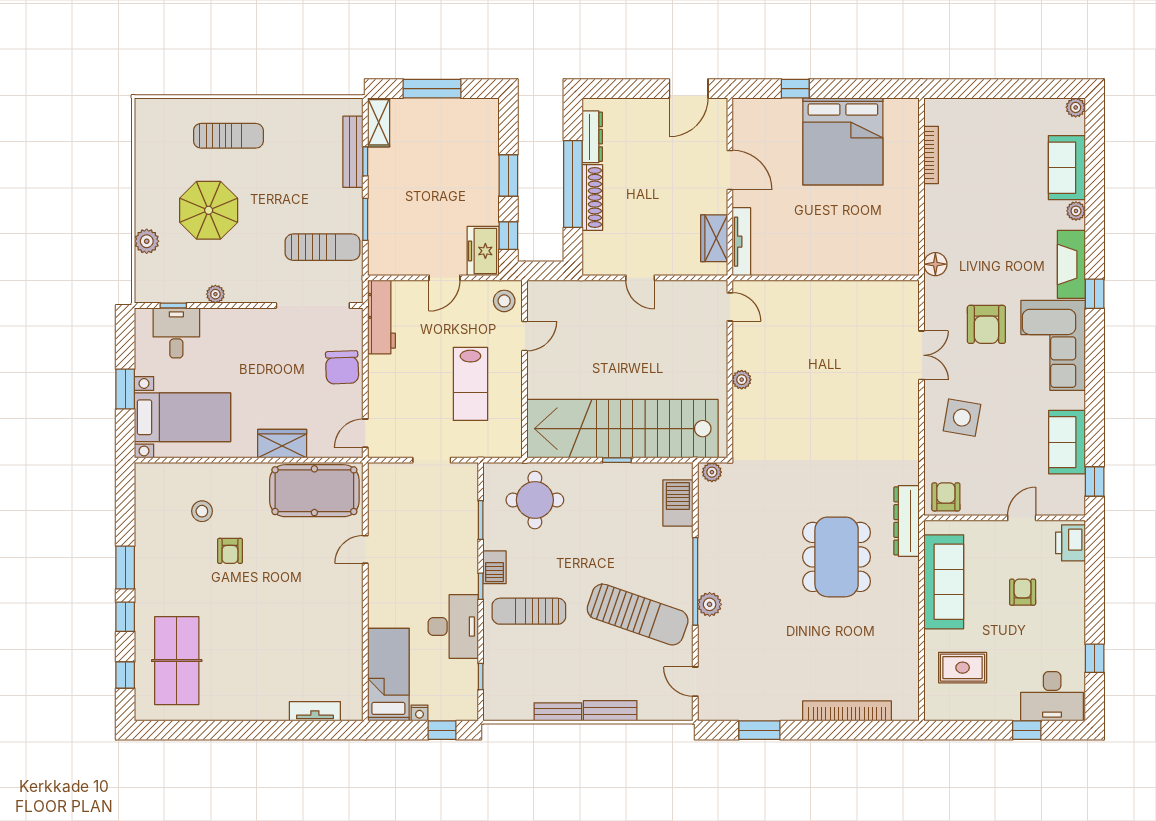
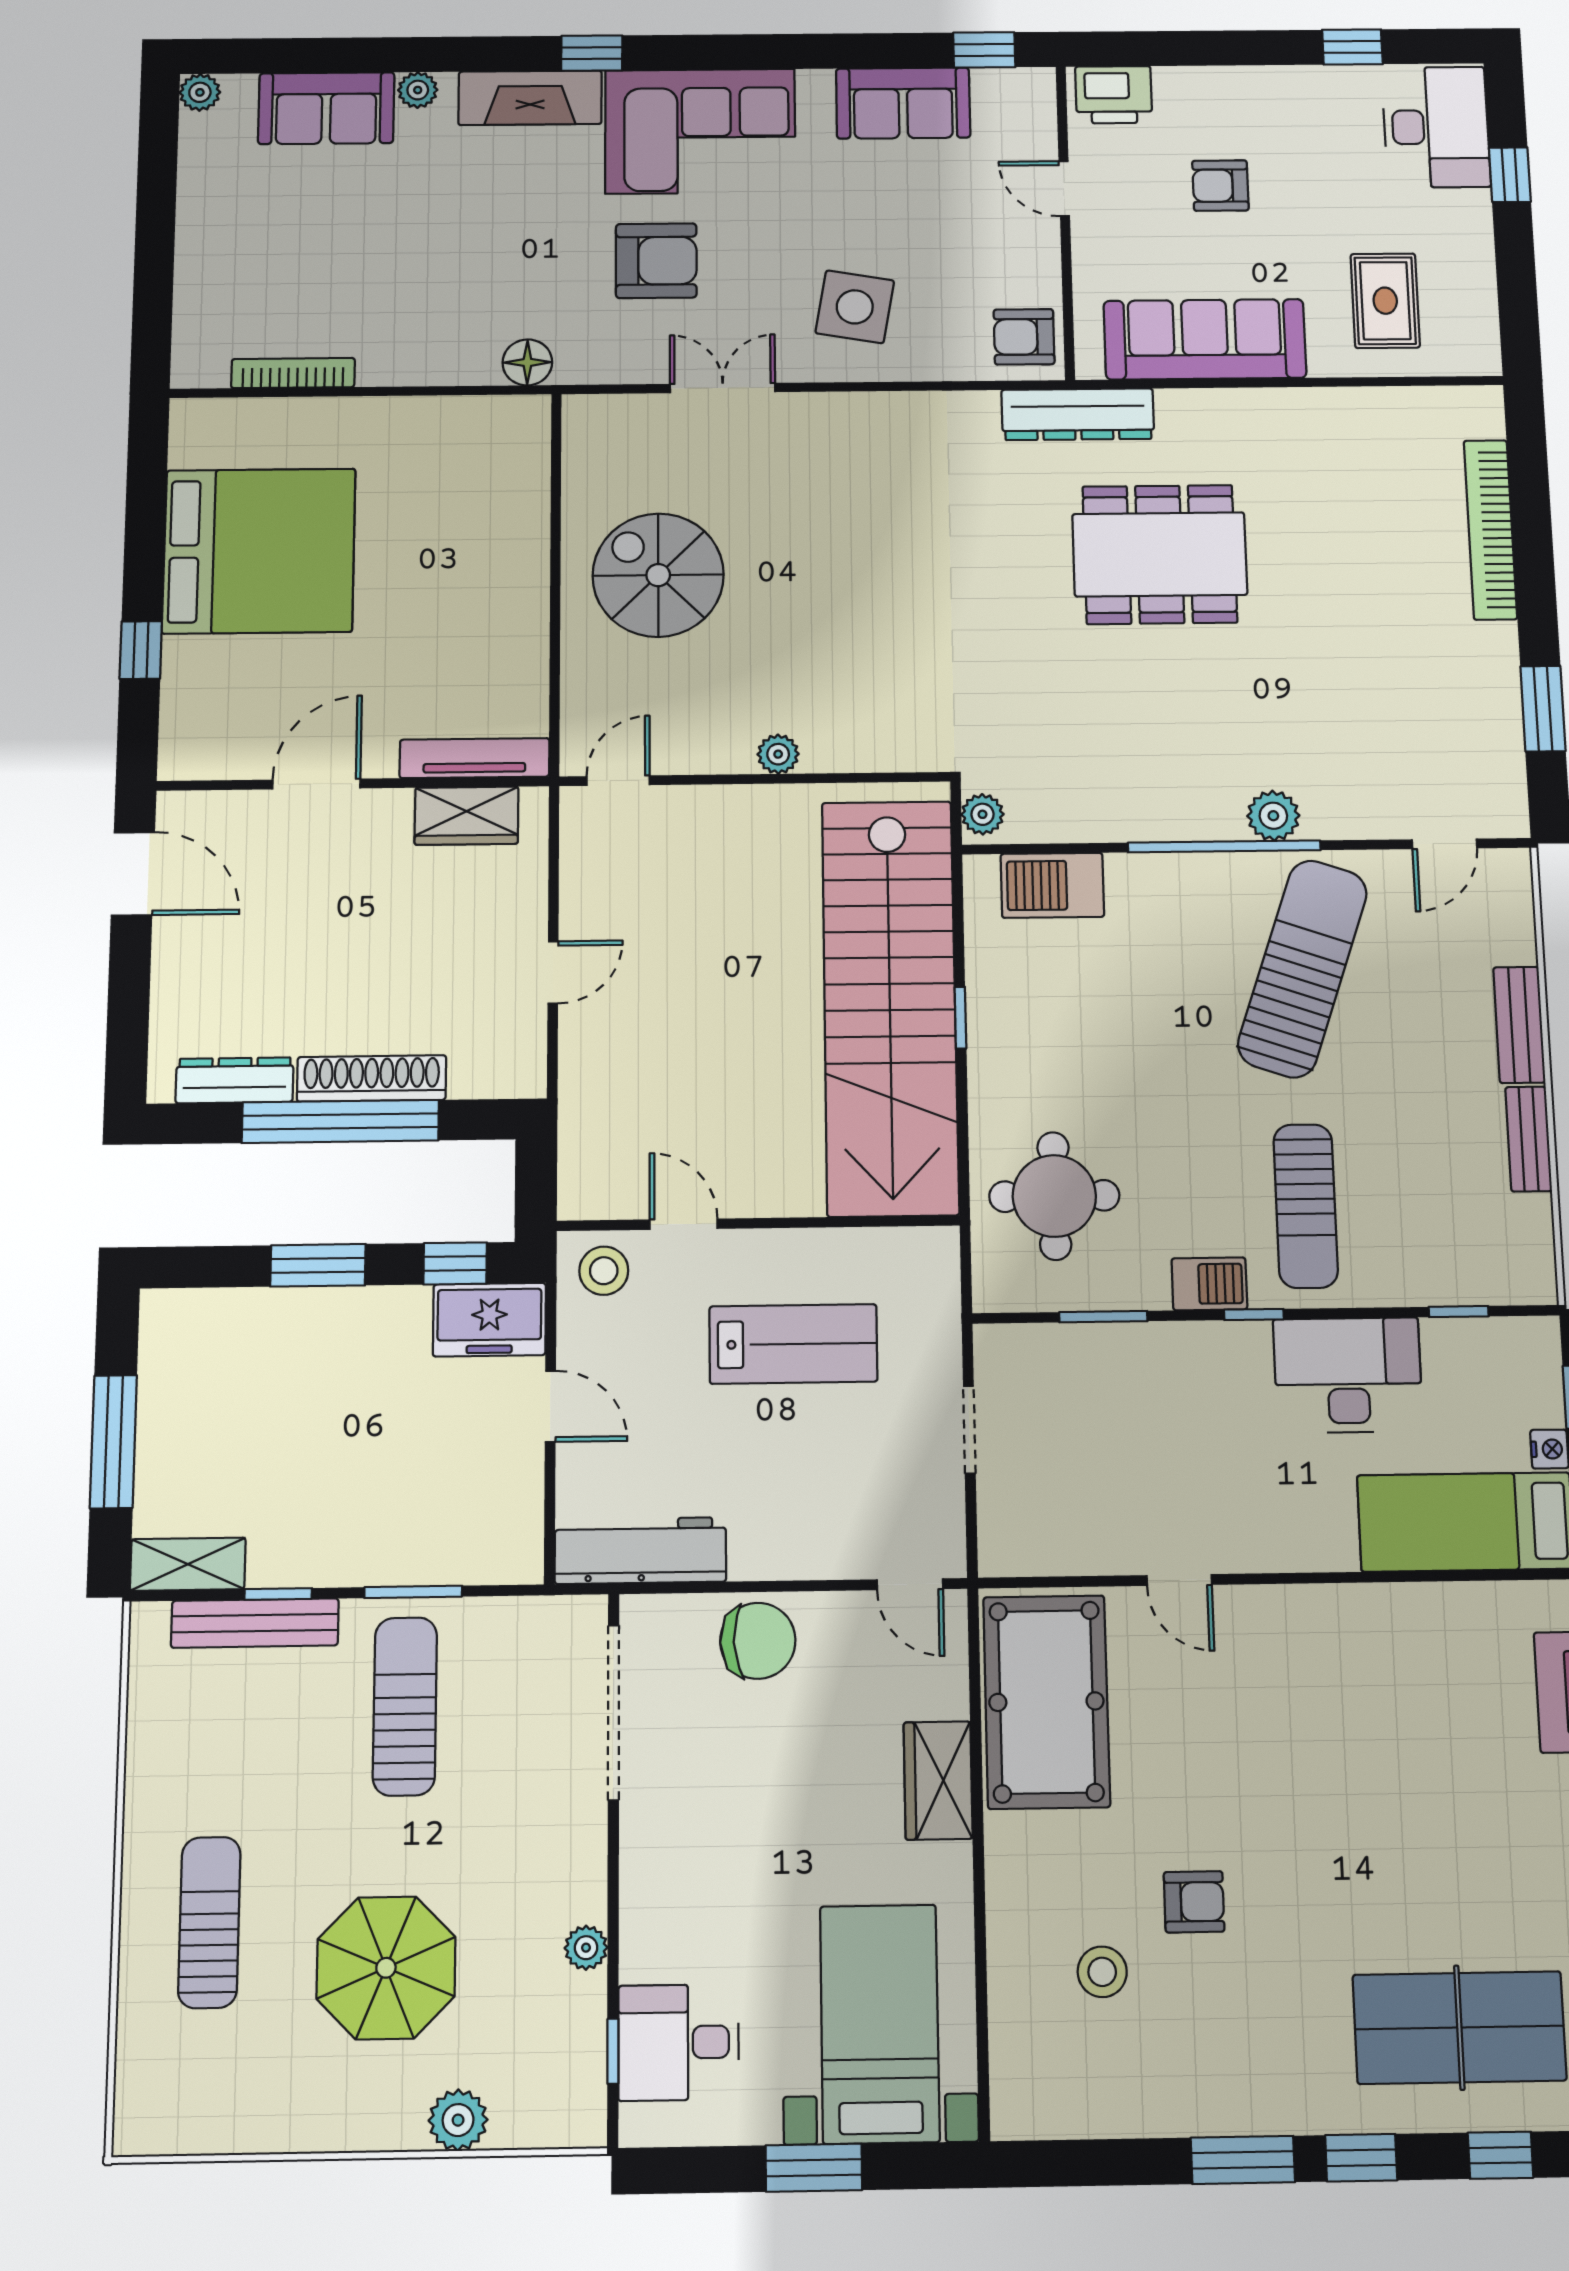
sun lounger: (322, 247) -> (405, 1706), moved
spiral stairs: (829, 325) -> (658, 575), added

